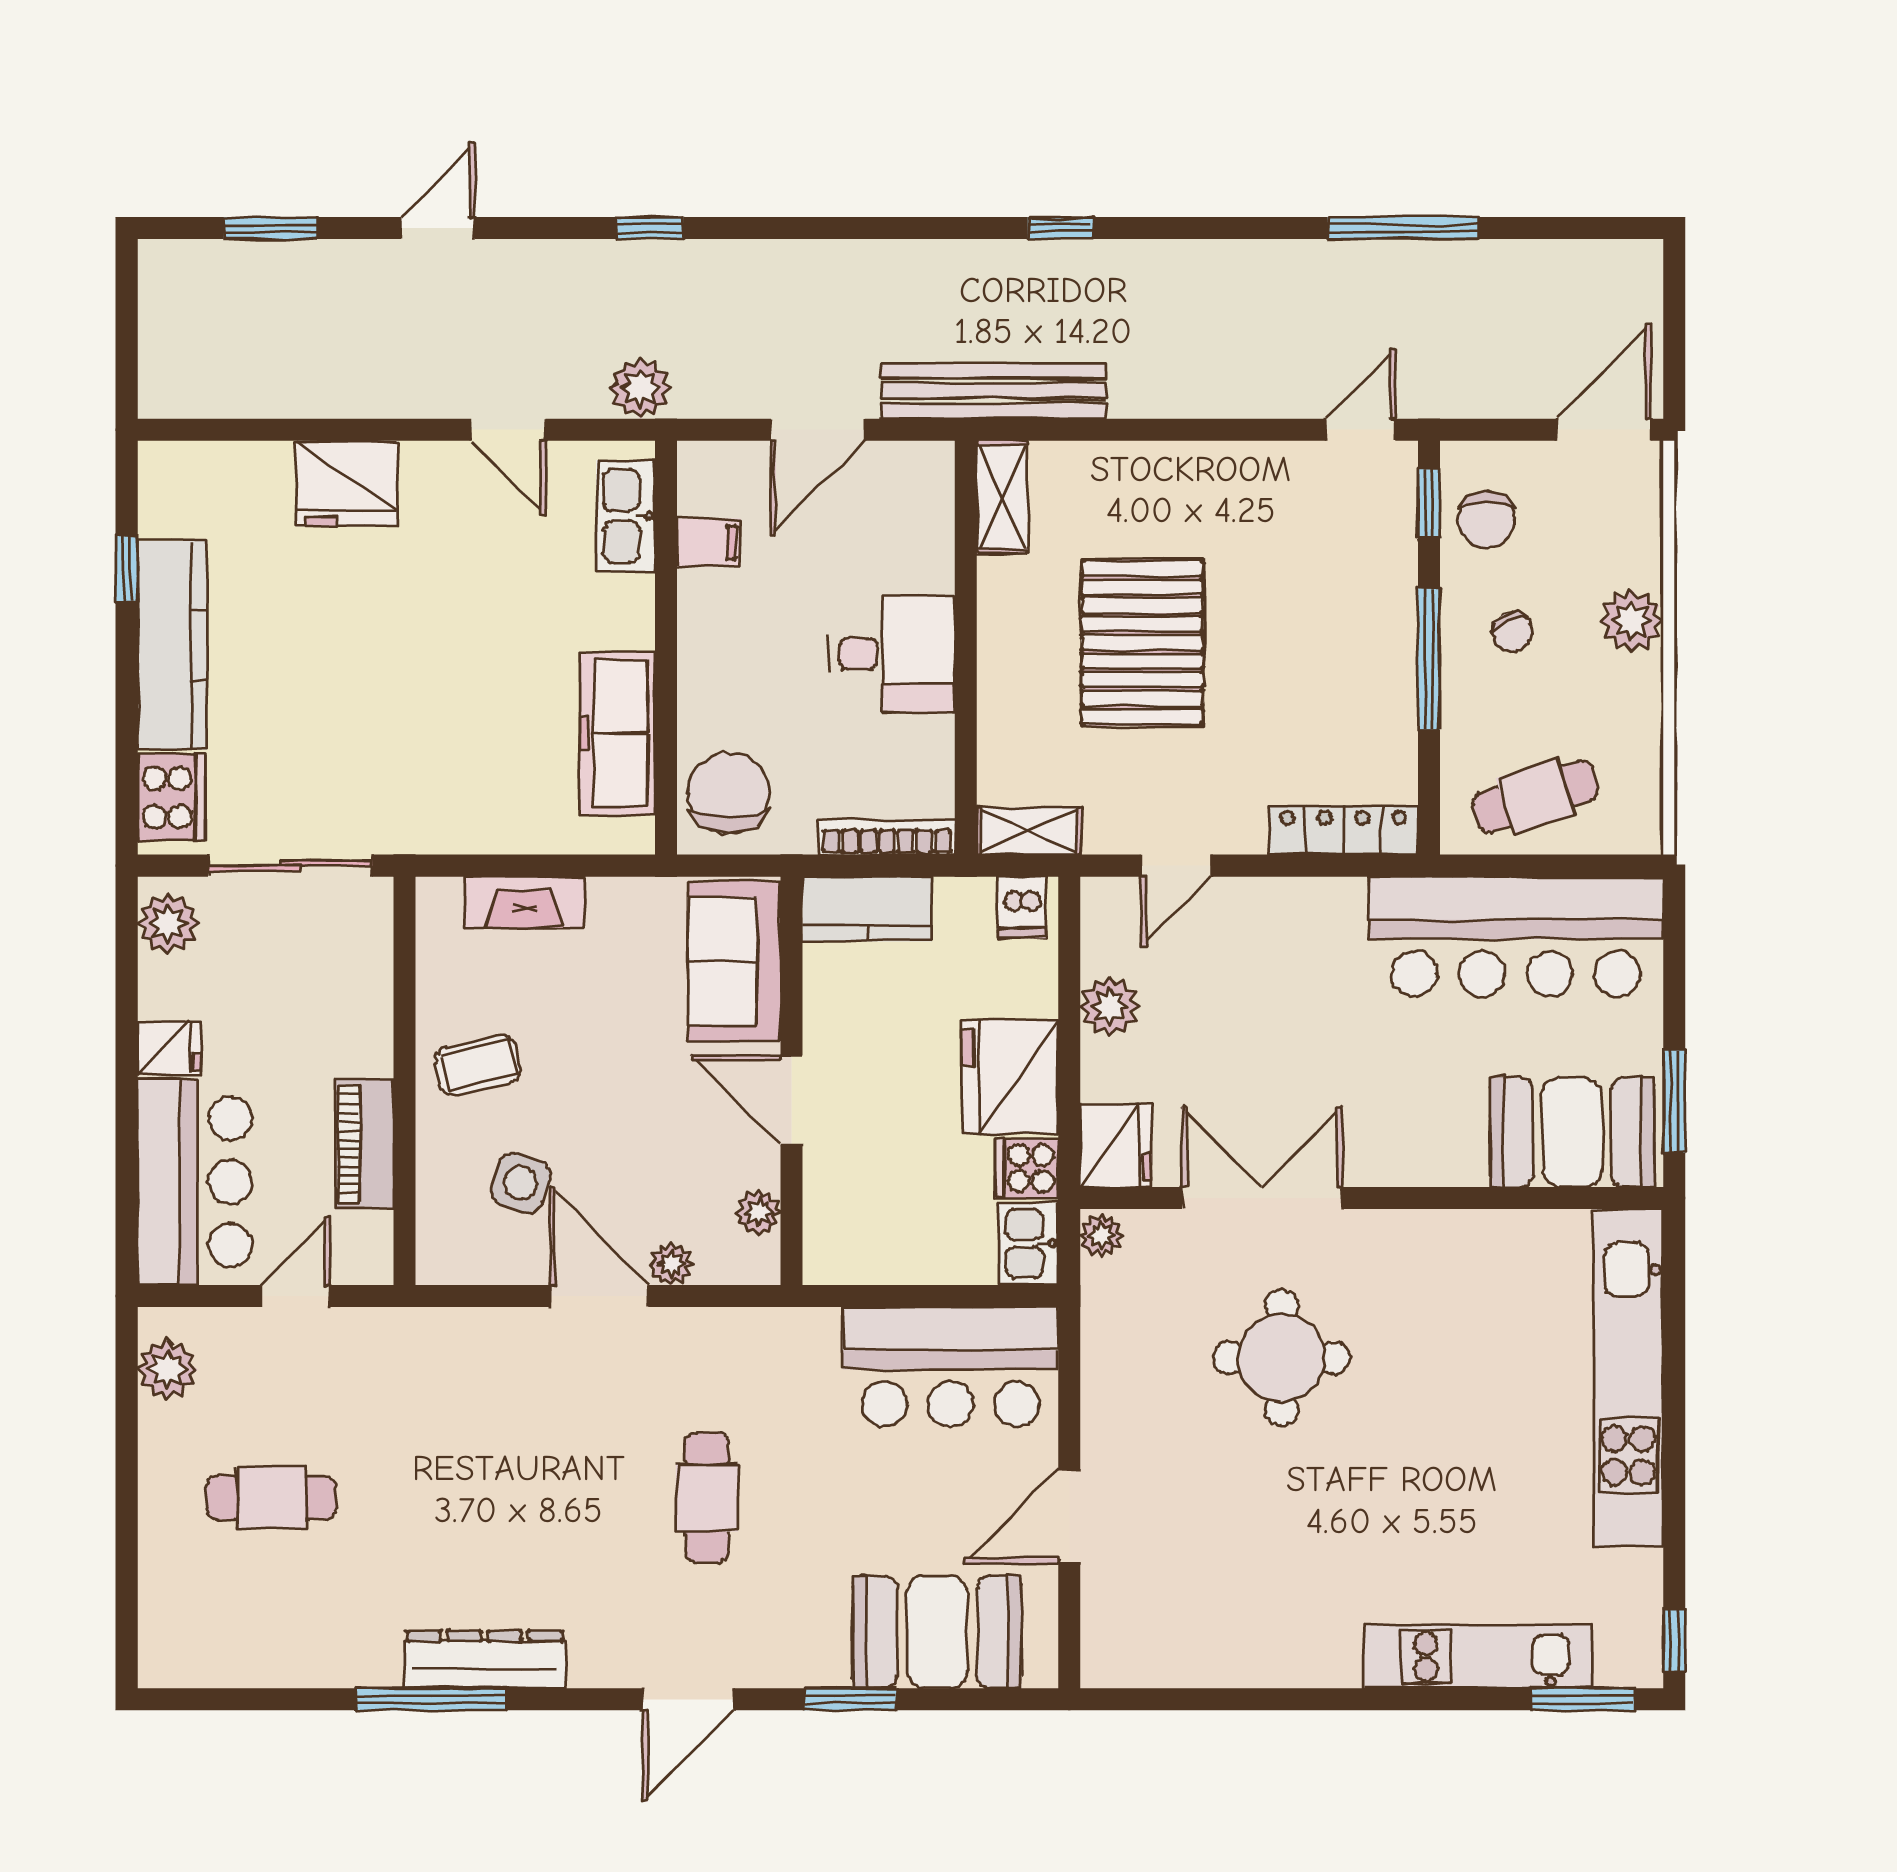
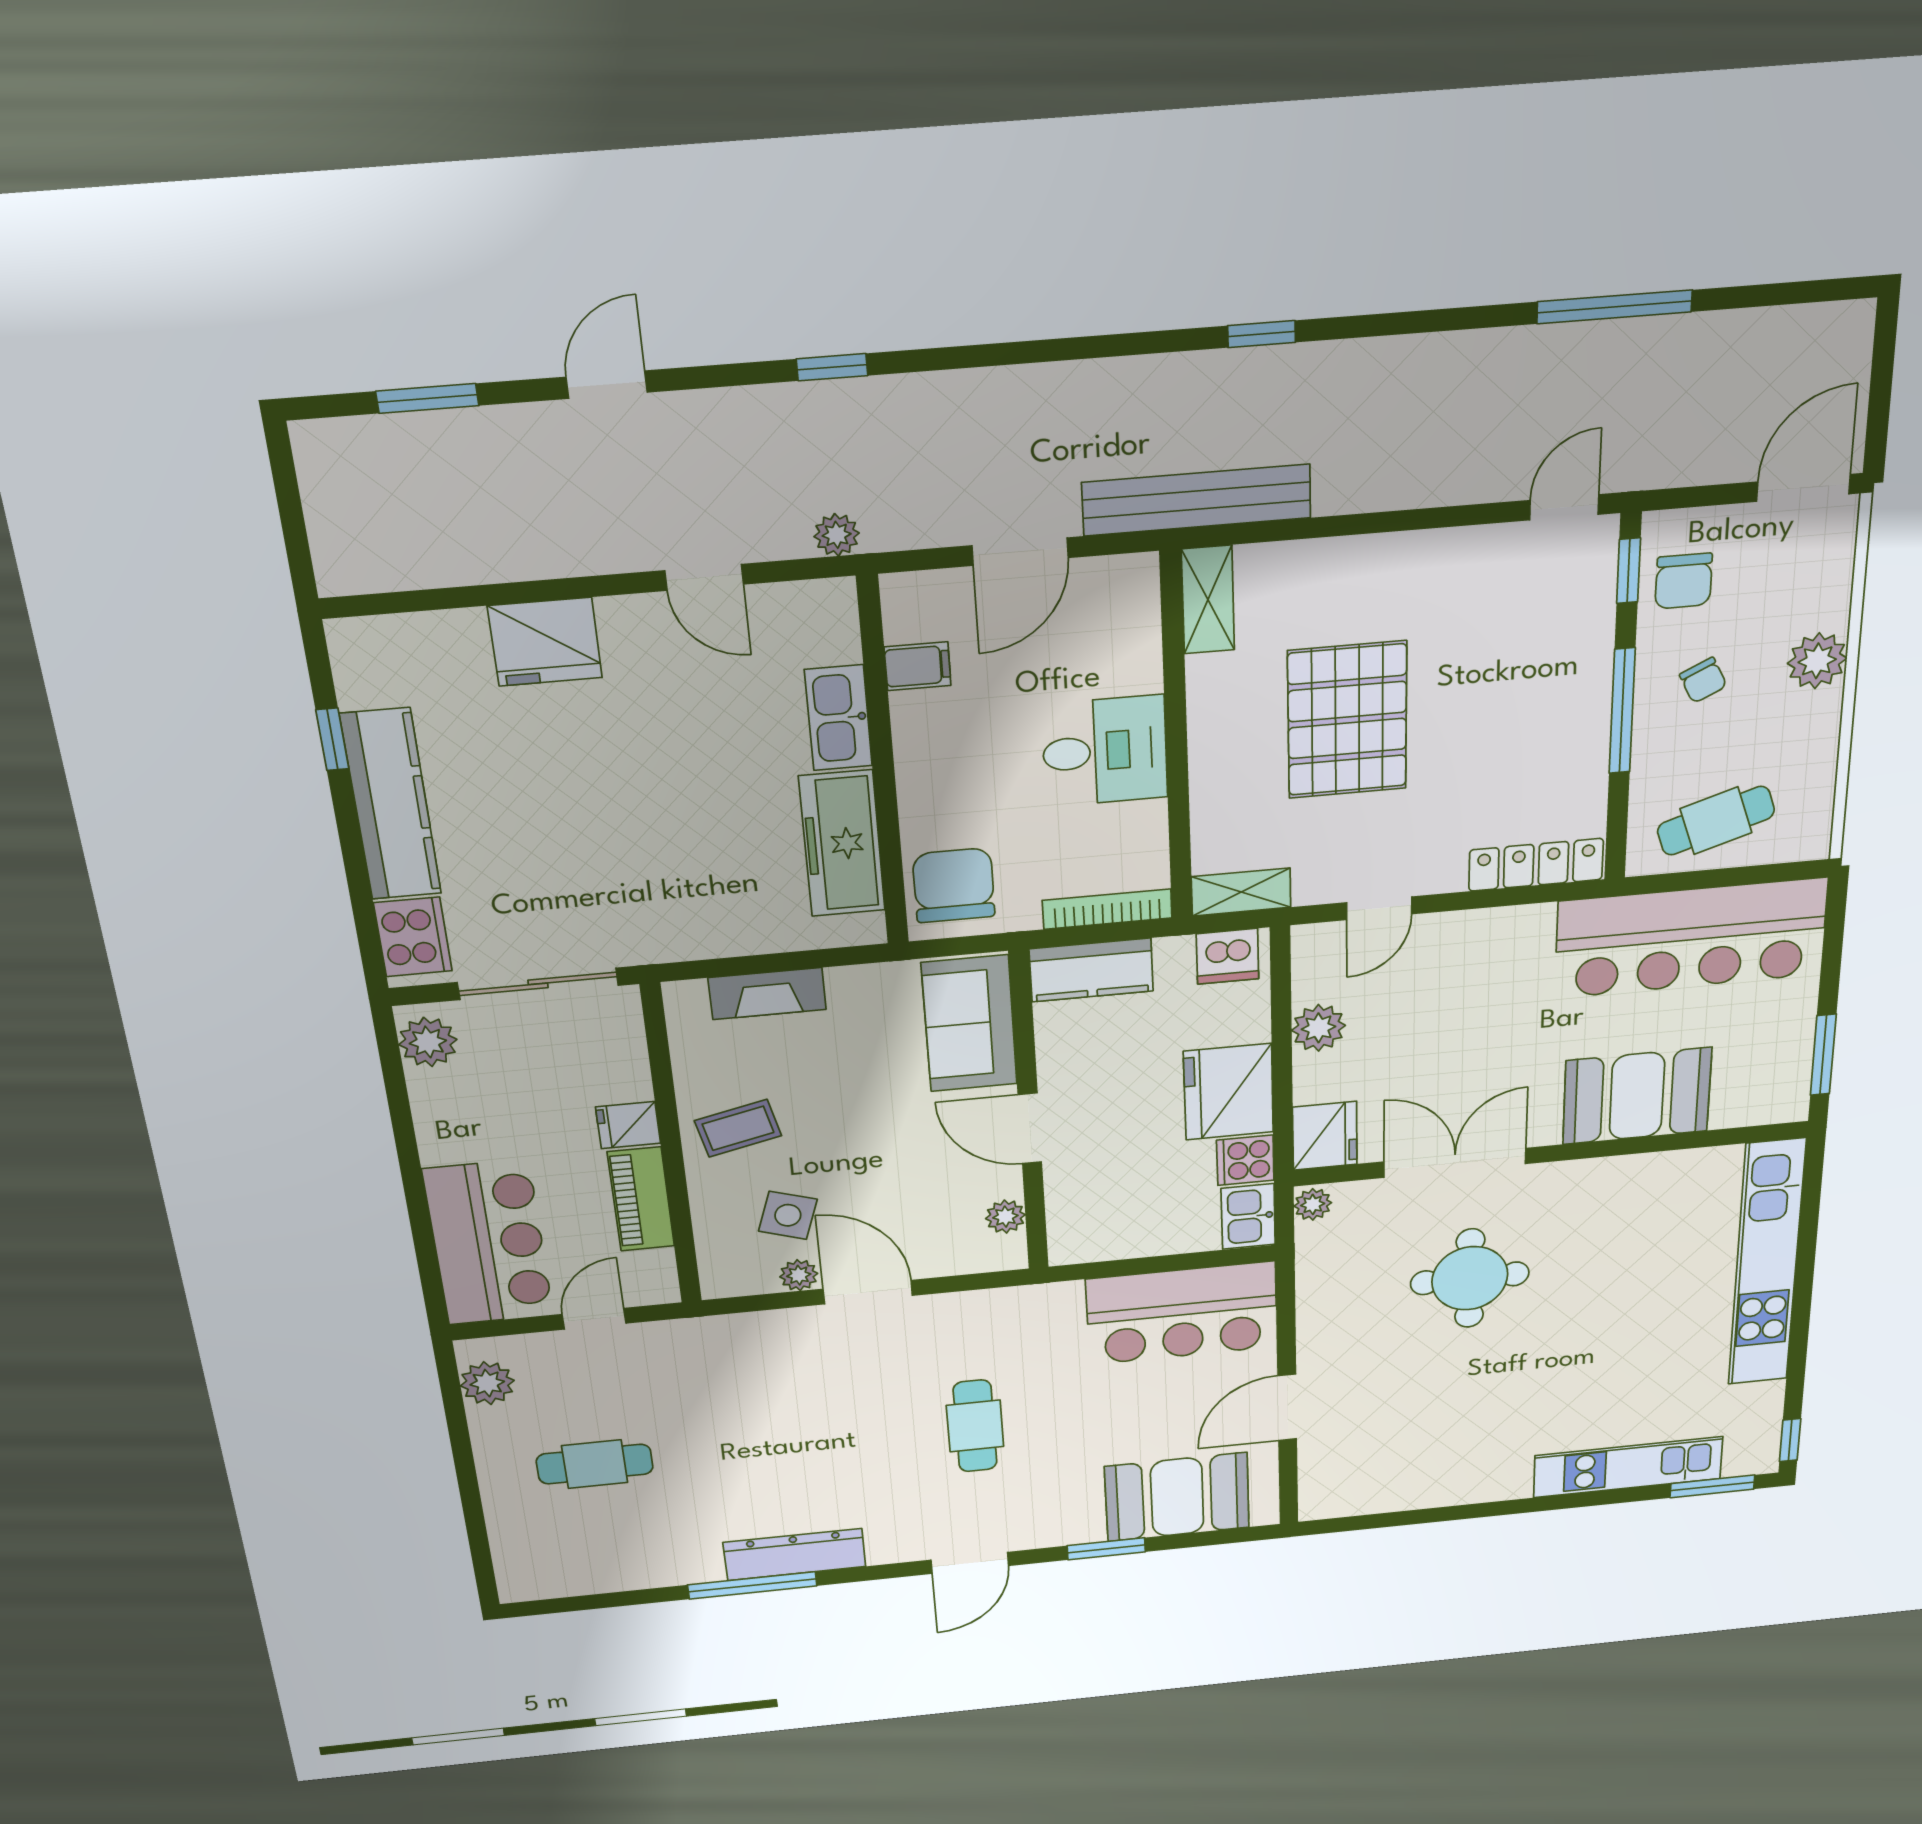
plant: (640, 388) -> (837, 535), width x0.73, depth x0.73
kitchen sink: (626, 516) -> (838, 718), moved
dishwasher: (1022, 907) -> (1228, 956), width x1.38
fridge: (169, 1048) -> (628, 1125), moved, turned 180
booth: (1572, 1132) -> (1637, 1096), moved
plant: (671, 1264) -> (799, 1275), moved

